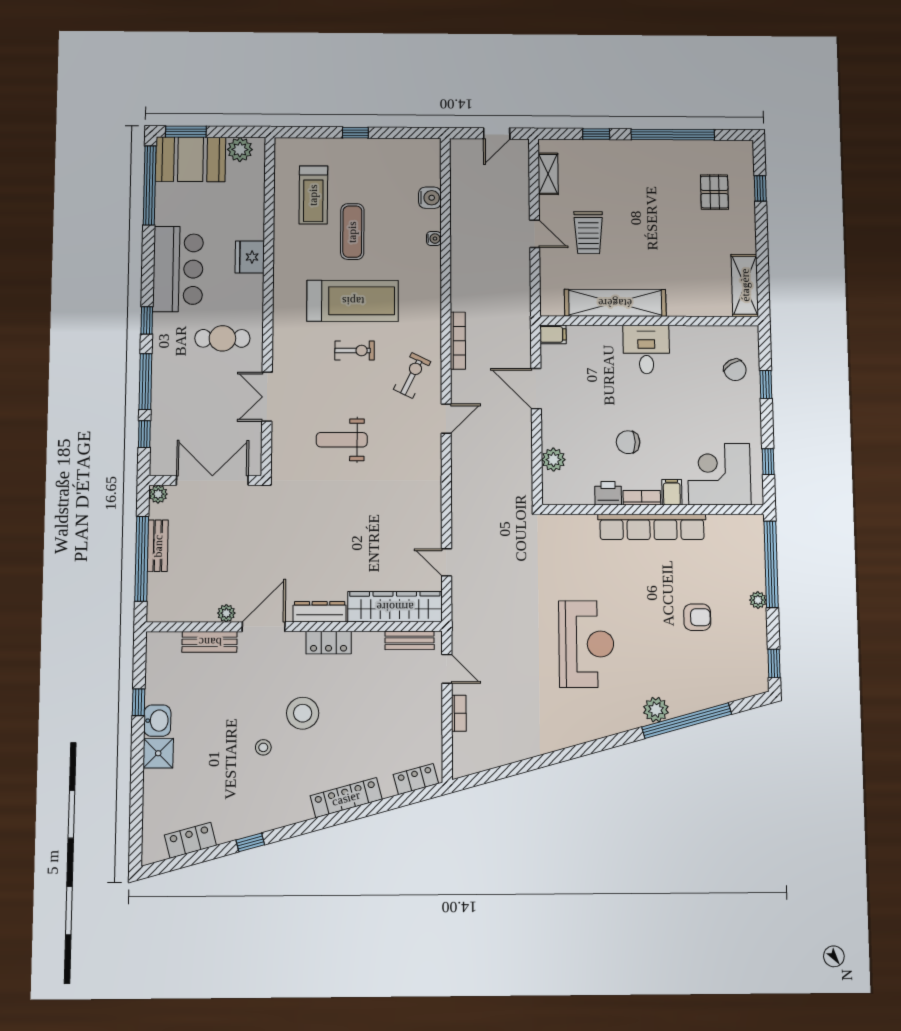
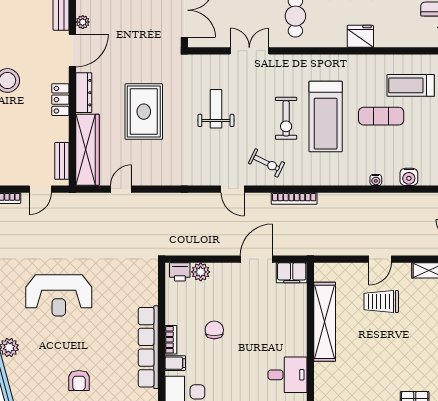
filing cabinet: (553, 334) -> (292, 273), width x2.00
desk: (646, 349) -> (288, 375), moved
exercise bike: (355, 351) -> (286, 118), width x1.38, depth x1.39
printer: (608, 493) -> (180, 272), moved, turned 90
rug: (345, 533) -> (144, 112), added
door: (264, 627) -> (72, 50), hinge flipped

